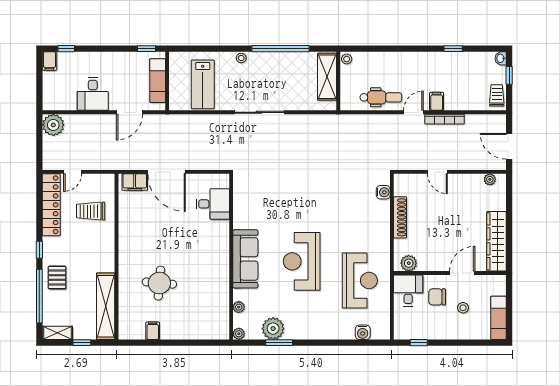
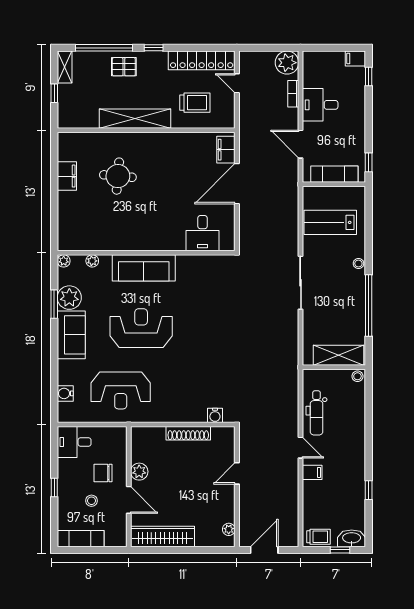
washbasin: (501, 58) -> (352, 538), width x1.91, depth x1.45
bookcase: (445, 119) -> (293, 94), moved, width x0.64
trolley: (91, 211) -> (195, 103), turned 90
plant: (409, 263) -> (139, 472), moved
desk: (408, 290) -> (74, 442), moved, turned 180
chair: (437, 297) -> (103, 473), turned -90
shelving: (106, 306) -> (135, 119), moved
sofa: (308, 327) -> (71, 335), added
filing cabinet: (153, 331) -> (67, 176), width x2.00
window: (419, 343) -> (54, 488), moved

